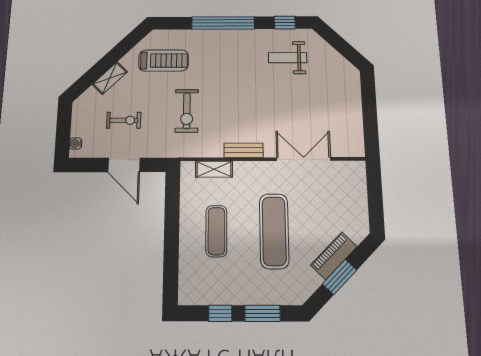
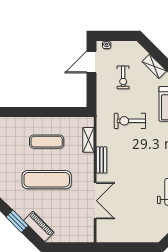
door: (124, 165) -> (92, 62), moved
piano: (334, 256) -> (39, 226), moved

